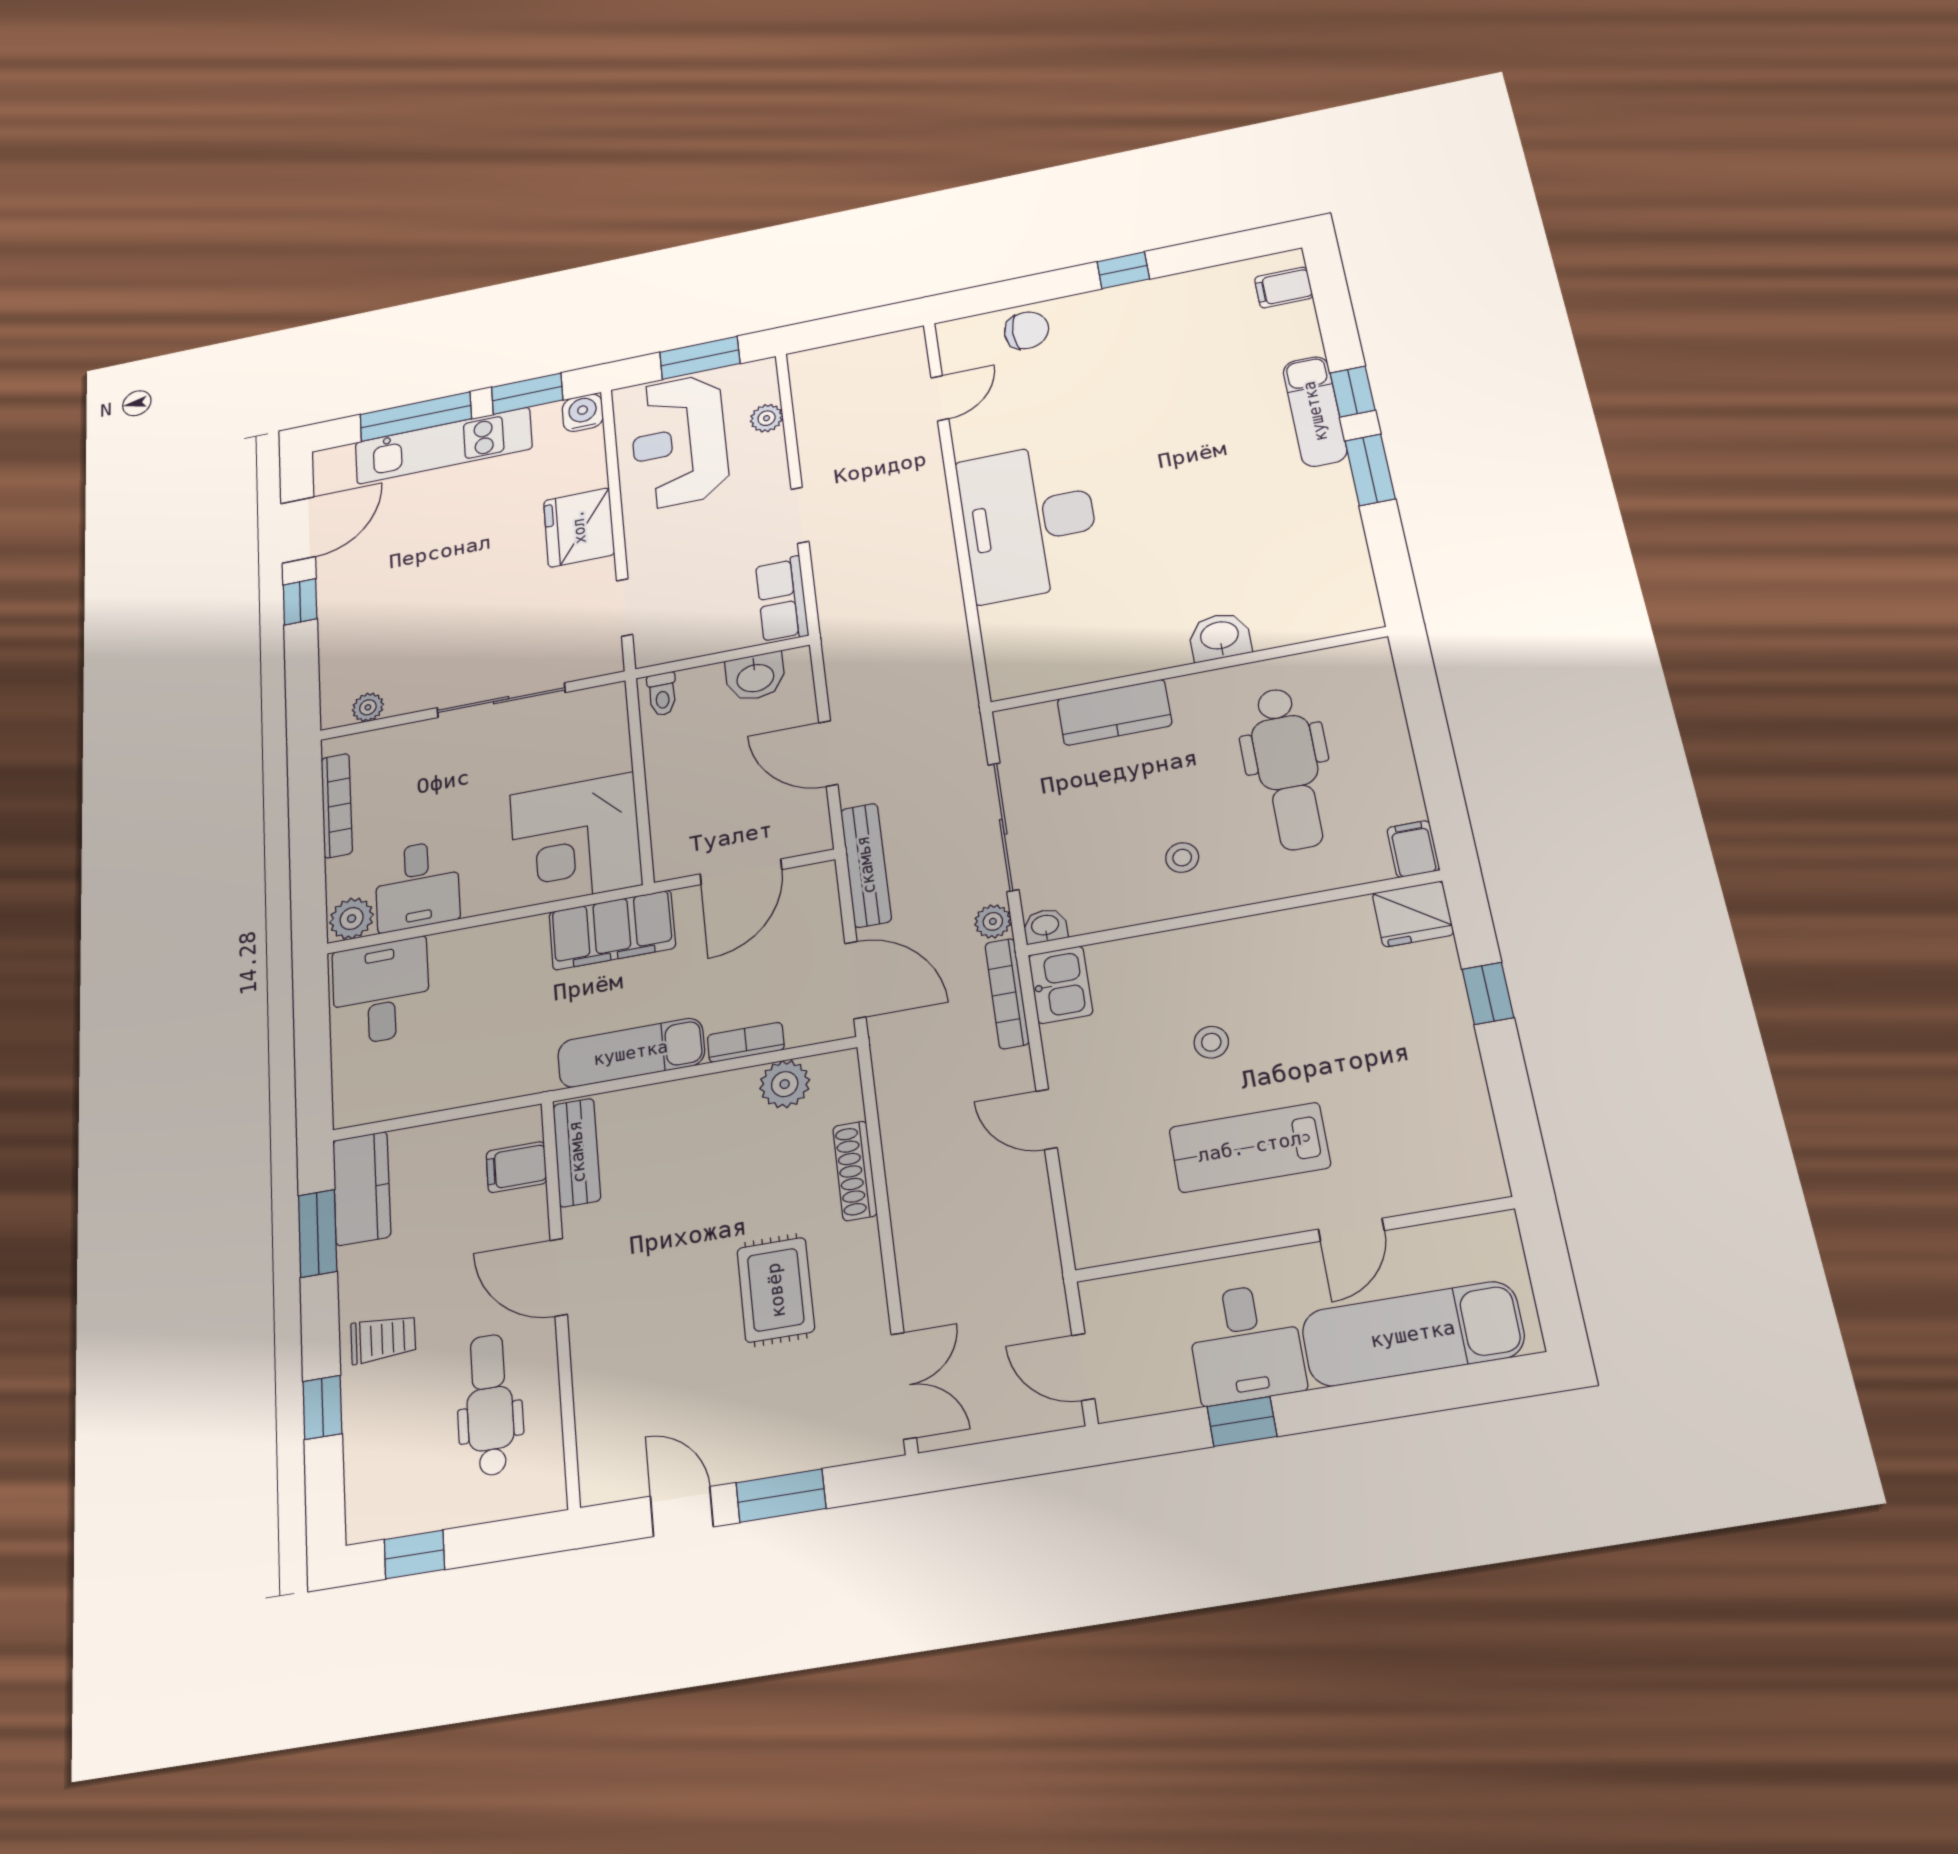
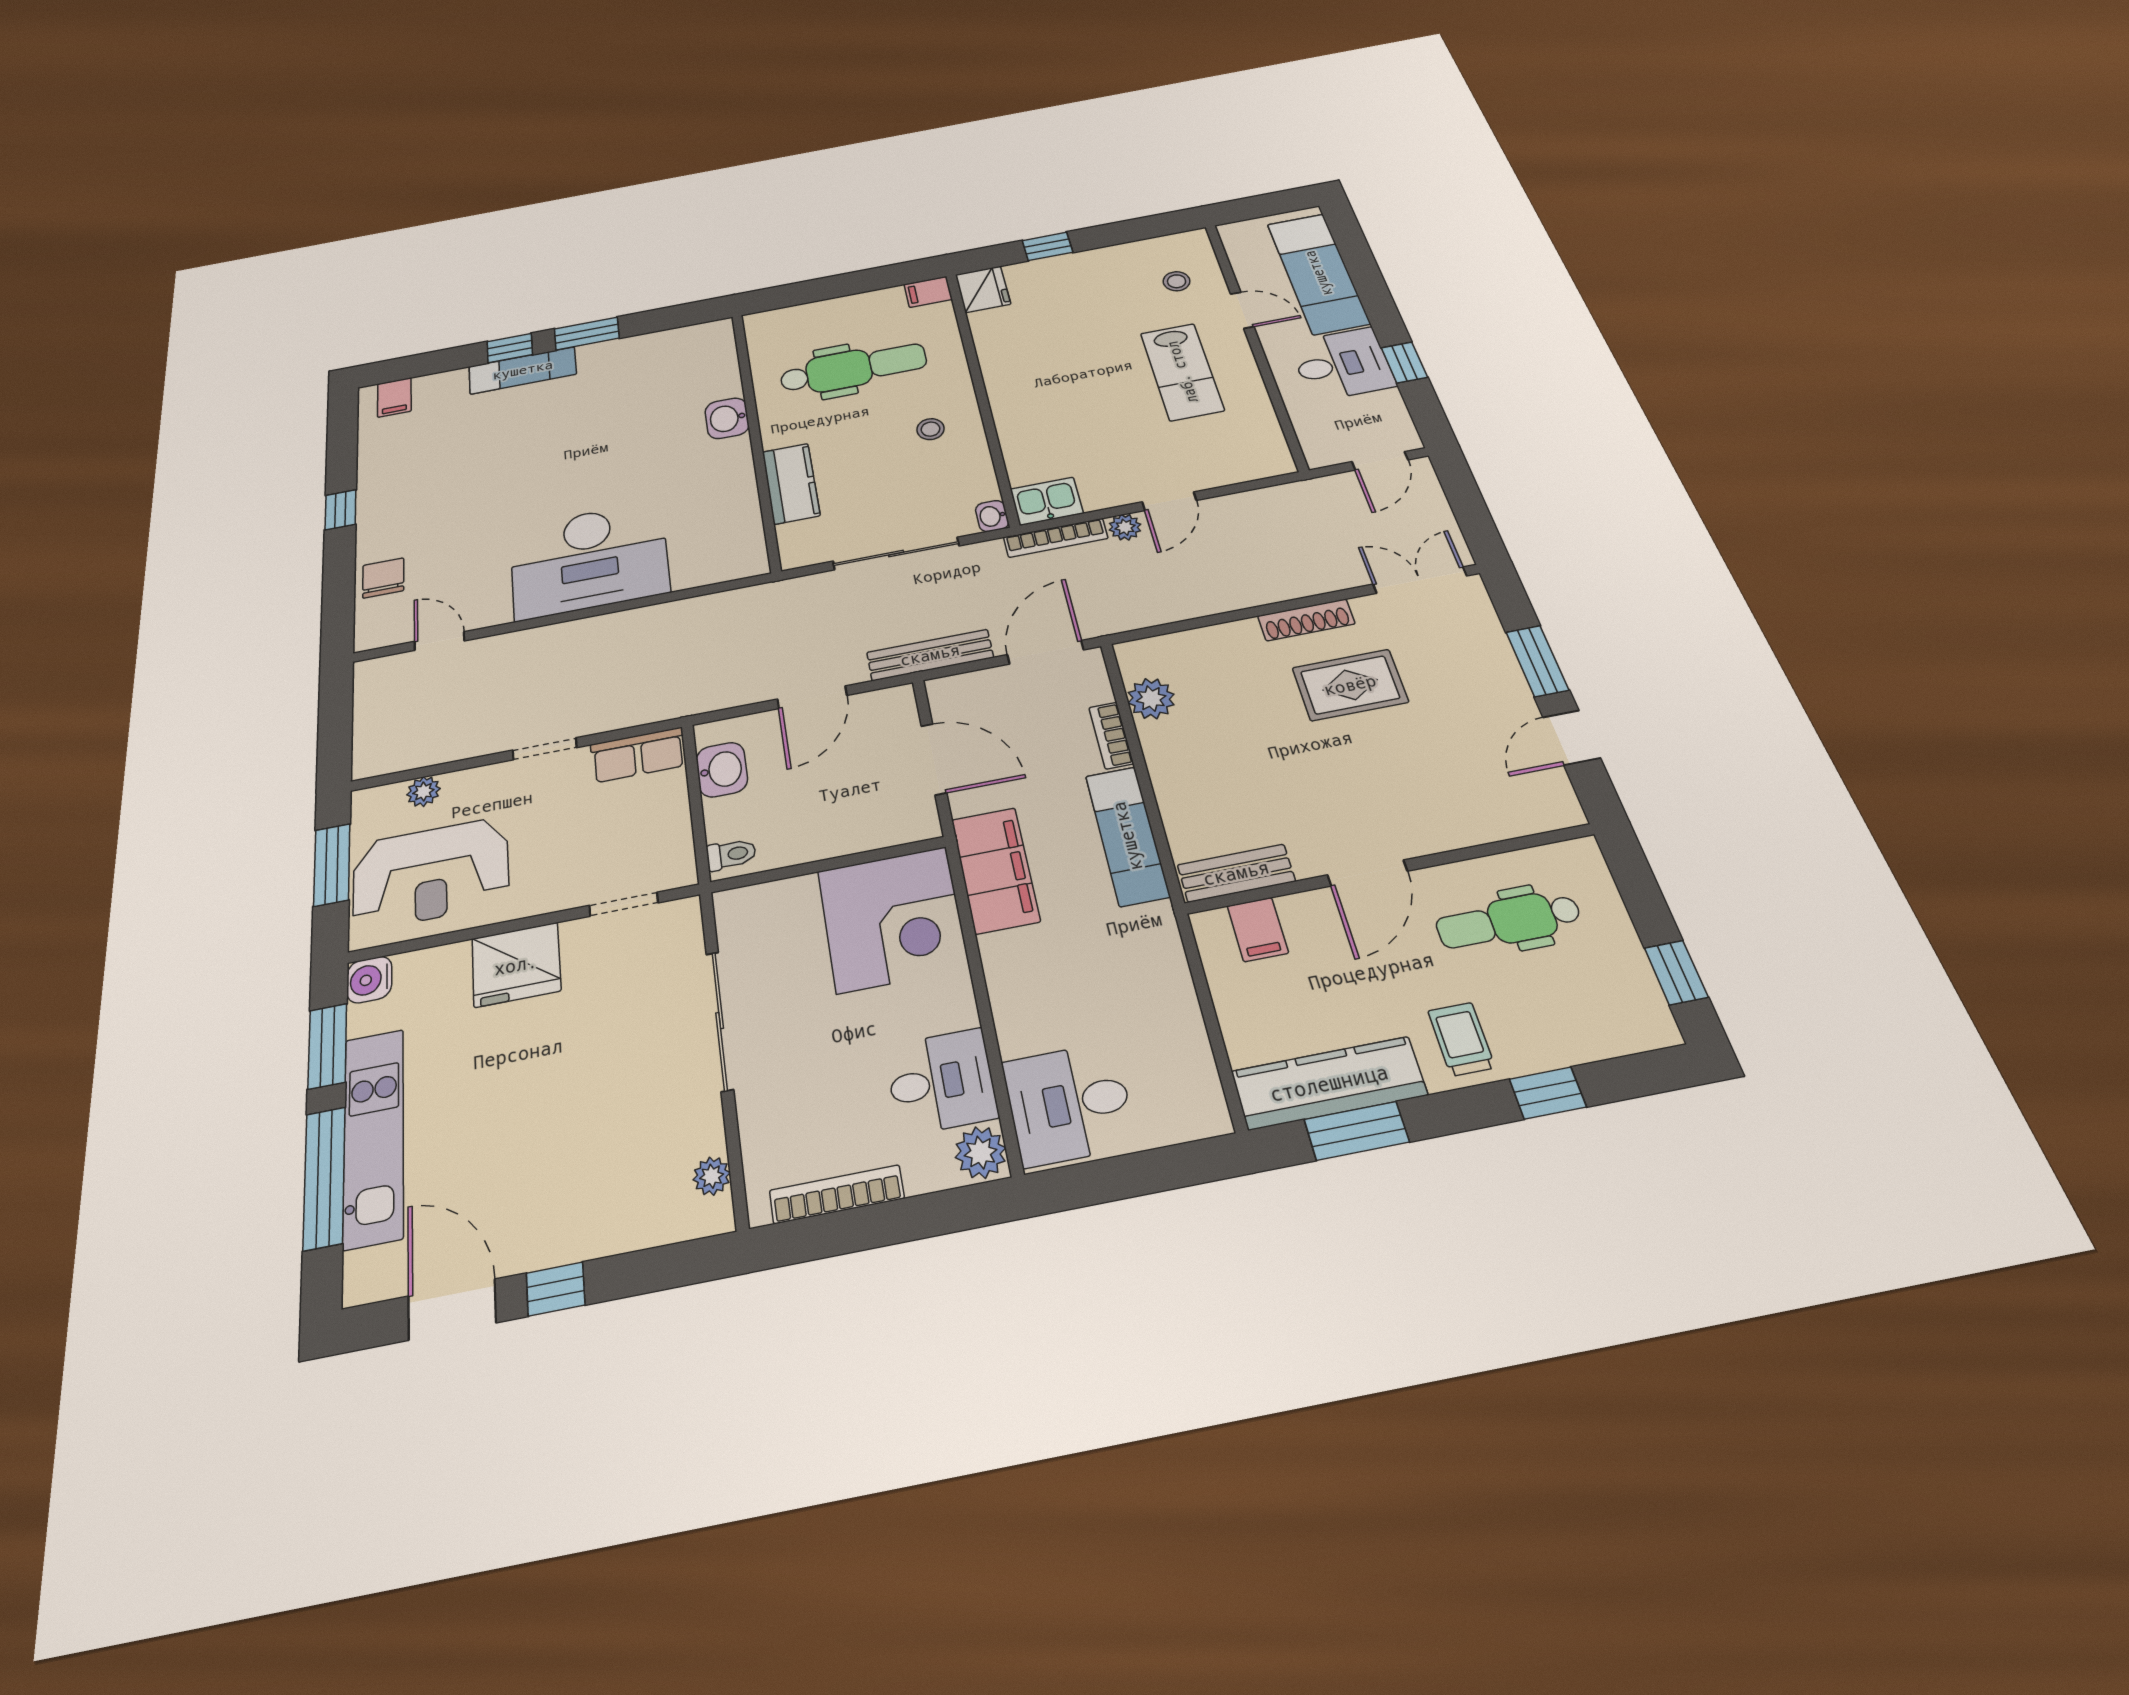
plant: (993, 921) -> (1125, 527), moved
stool: (1211, 1042) -> (1177, 281), moved
shoe rack: (855, 1171) -> (1306, 620), moved
kitchen counter: (362, 1188) -> (1329, 1083), width x1.50

